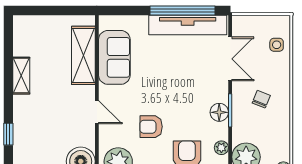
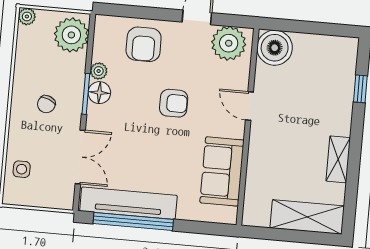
shelving: (83, 55) -> (307, 217), moved, turned 90
double door: (230, 59) -> (80, 157), swing flipped
armchair: (151, 127) -> (174, 103), moved
plant: (221, 148) -> (99, 71), moved

